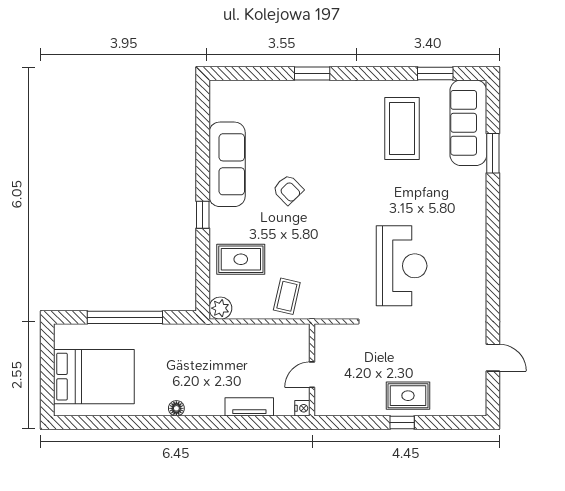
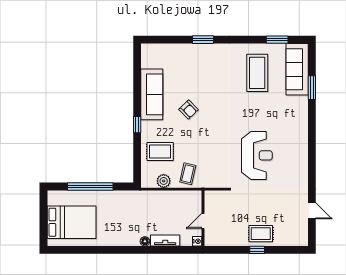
plant: (220, 308) -> (164, 181), moved
floor lamp: (176, 408) -> (145, 241), moved

